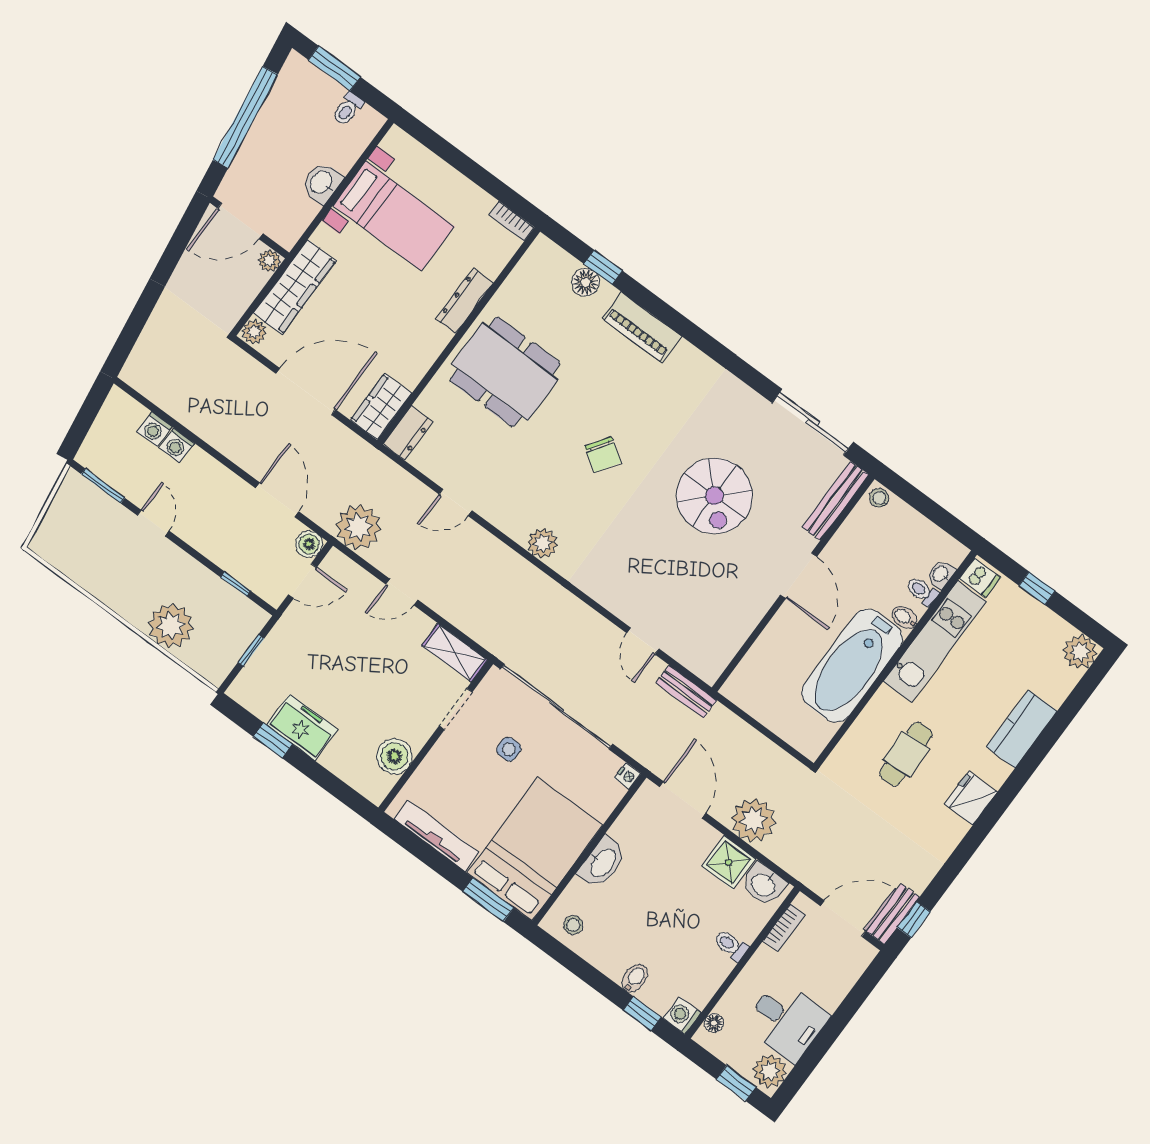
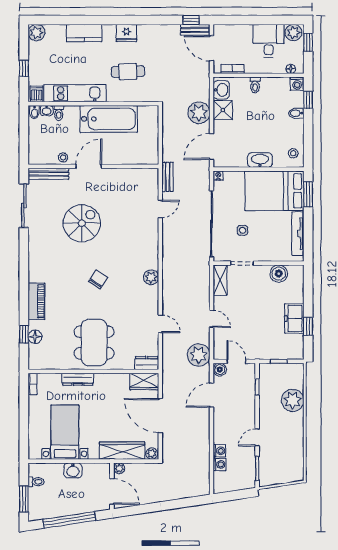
stool: (879, 498) -> (63, 157), moved
bidet: (904, 617) -> (34, 112), moved

